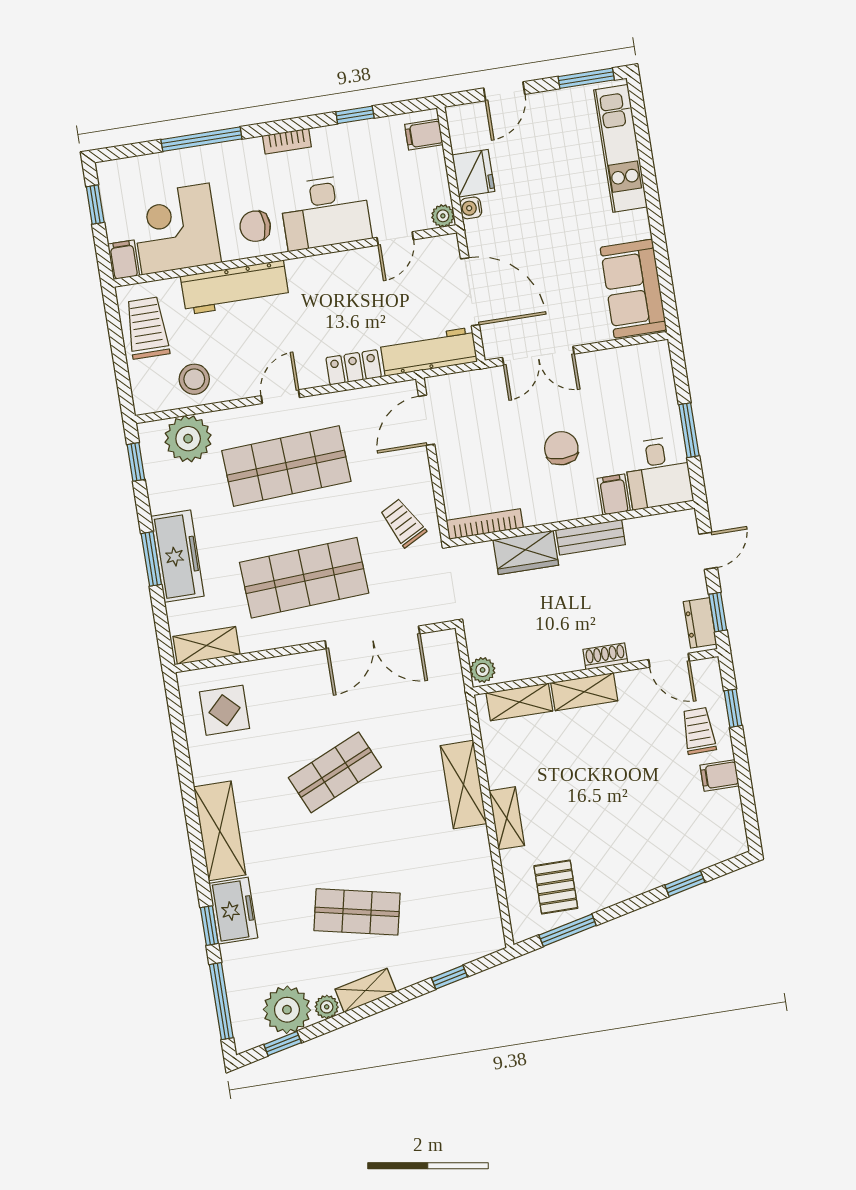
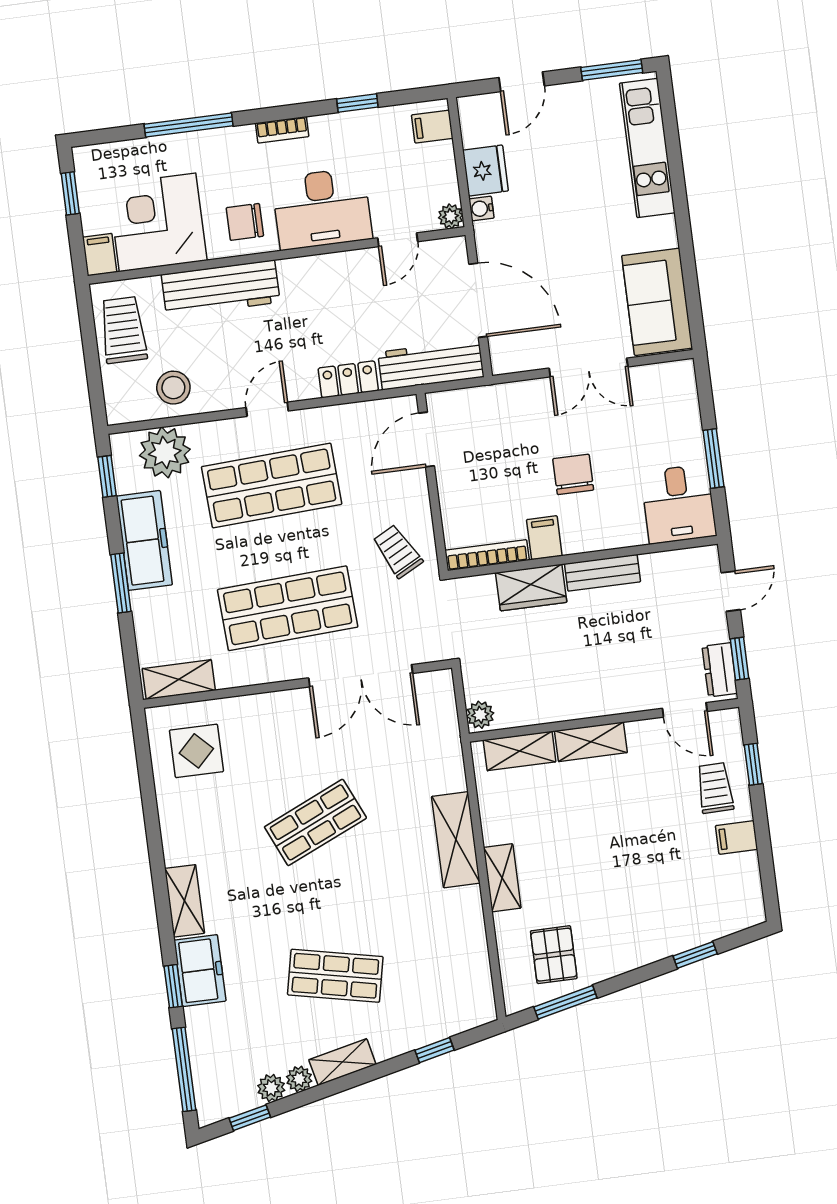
double door: (538, 356) -> (588, 368), moved
filing cabinet: (614, 495) -> (544, 538), moved
freezer: (177, 556) -> (144, 540), moved
shoe rack: (605, 656) -> (615, 704), removed
shelving: (220, 831) -> (185, 901), width x0.67, depth x0.75
plant: (287, 1010) -> (271, 1088), width x0.53, depth x0.53

